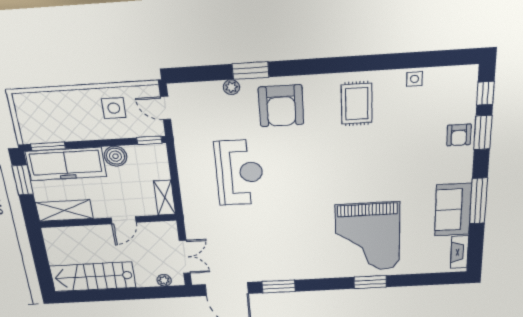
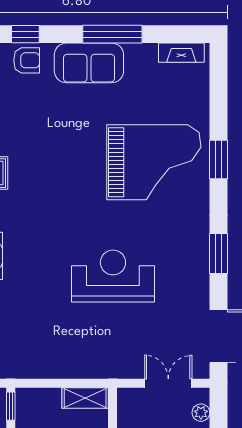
window: (483, 133) -> (25, 34), width x0.67
reception desk: (239, 173) -> (113, 276), moved
sofa: (453, 210) -> (89, 63), moved
window: (279, 287) -> (219, 254), moved

